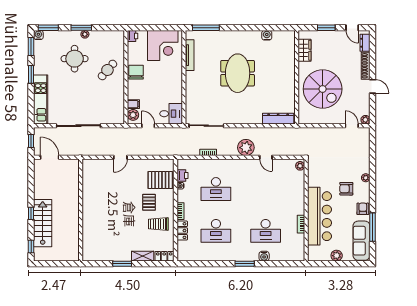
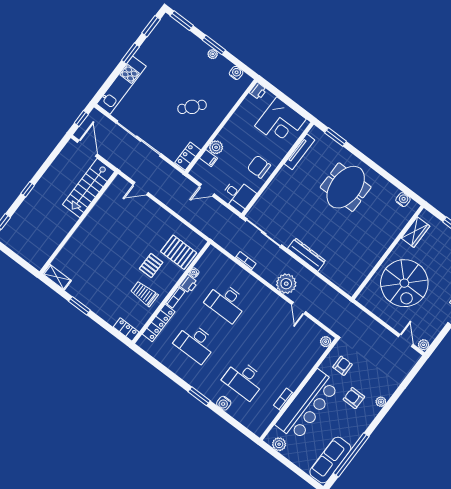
window: (206, 28) -> (336, 137), width x0.69
water cooler: (38, 35) -> (236, 73), moved
water cooler: (267, 35) -> (403, 200), moved
round table: (75, 59) -> (184, 70), removed
cafe table: (107, 70) -> (192, 107), moved
chair: (136, 72) -> (259, 167), moved, turned -90
meeting table: (238, 73) -> (346, 187), moved
locker: (119, 113) -> (188, 156), added
plant: (133, 115) -> (216, 147), moved
dresser: (278, 119) -> (307, 255), moved
door: (148, 126) -> (207, 190), swing flipped
door: (120, 157) -> (141, 189), moved
printer: (182, 176) -> (189, 284), moved
armchair: (363, 209) -> (343, 366), moved
stairs: (43, 223) -> (89, 188), moved, turned 180
window: (372, 227) -> (351, 455), width x1.46
locker: (182, 231) -> (159, 323), width x1.53
shelving: (143, 256) -> (57, 277), moved
plant: (337, 256) -> (279, 444), moved

